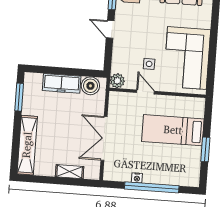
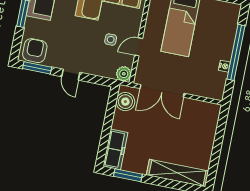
door: (110, 29) -> (71, 75), hinge flipped
freezer: (62, 83) -> (115, 149), moved
double door: (104, 138) -> (162, 91), moved
shelving: (70, 172) -> (210, 134), removed

